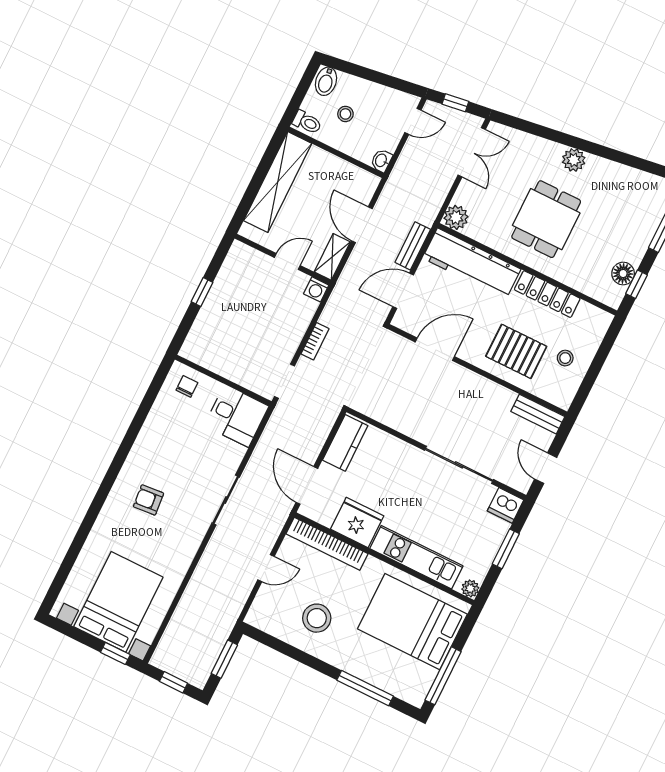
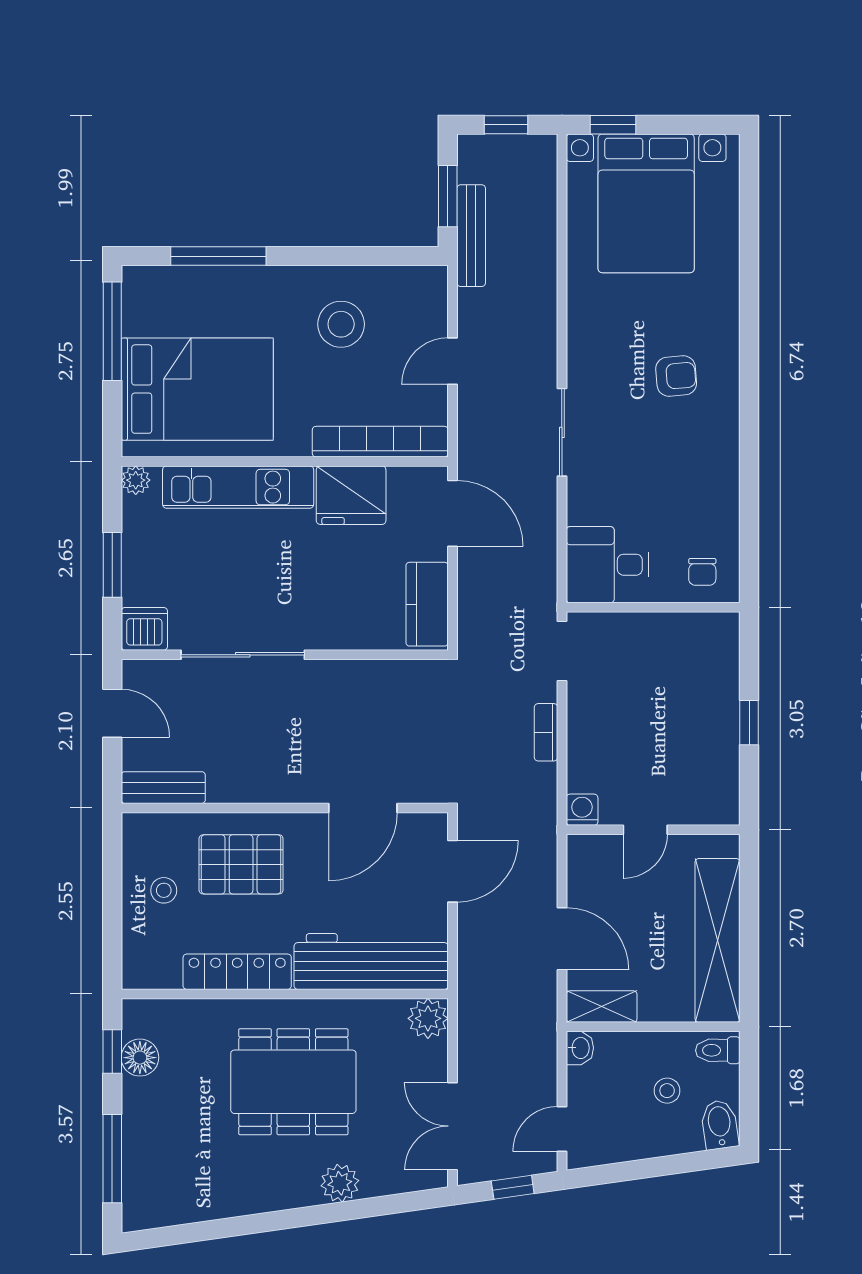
plant: (574, 160) -> (340, 1183), moved
dining table: (546, 219) -> (293, 1082), width x1.38
bench: (413, 246) -> (471, 236), moved, width x1.36
shelving: (332, 257) -> (602, 1007), moved, turned 90

